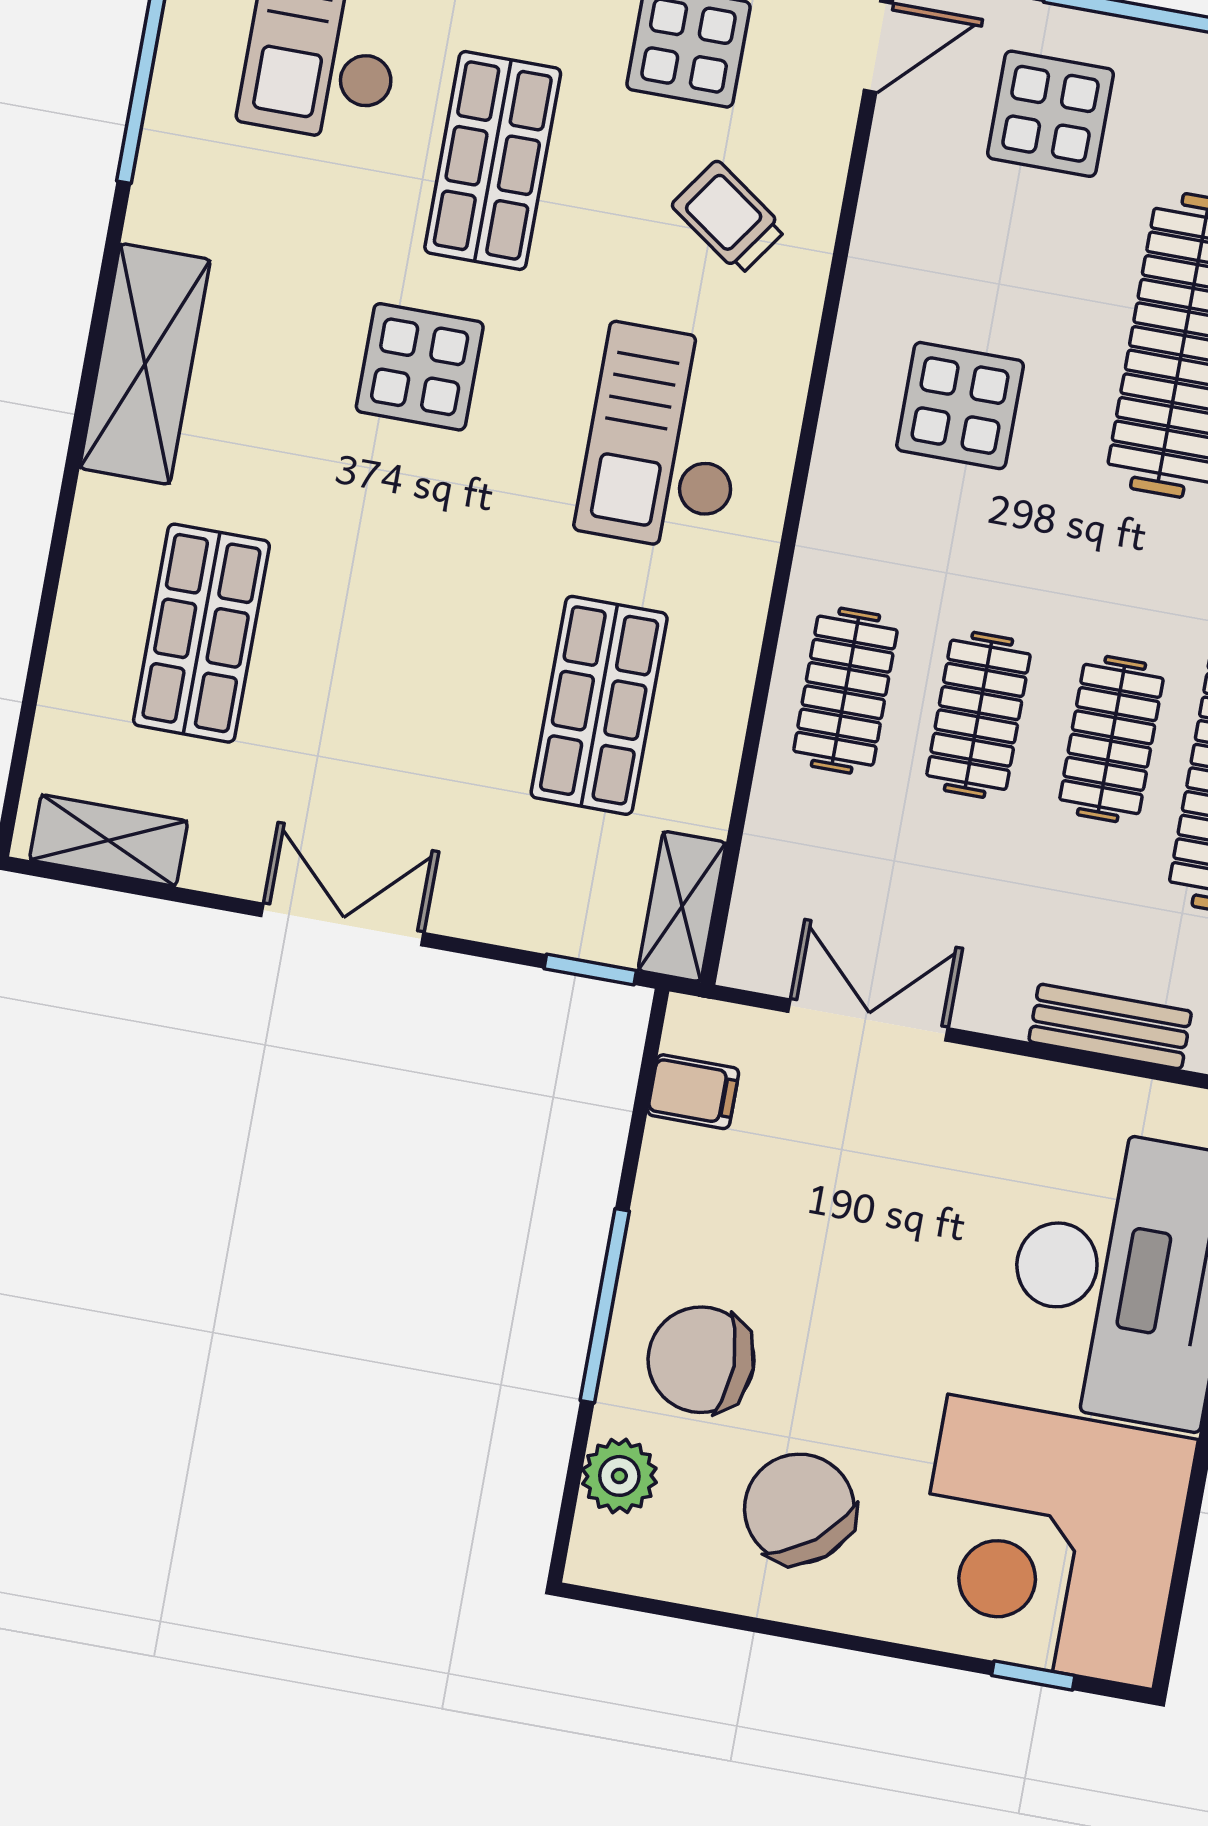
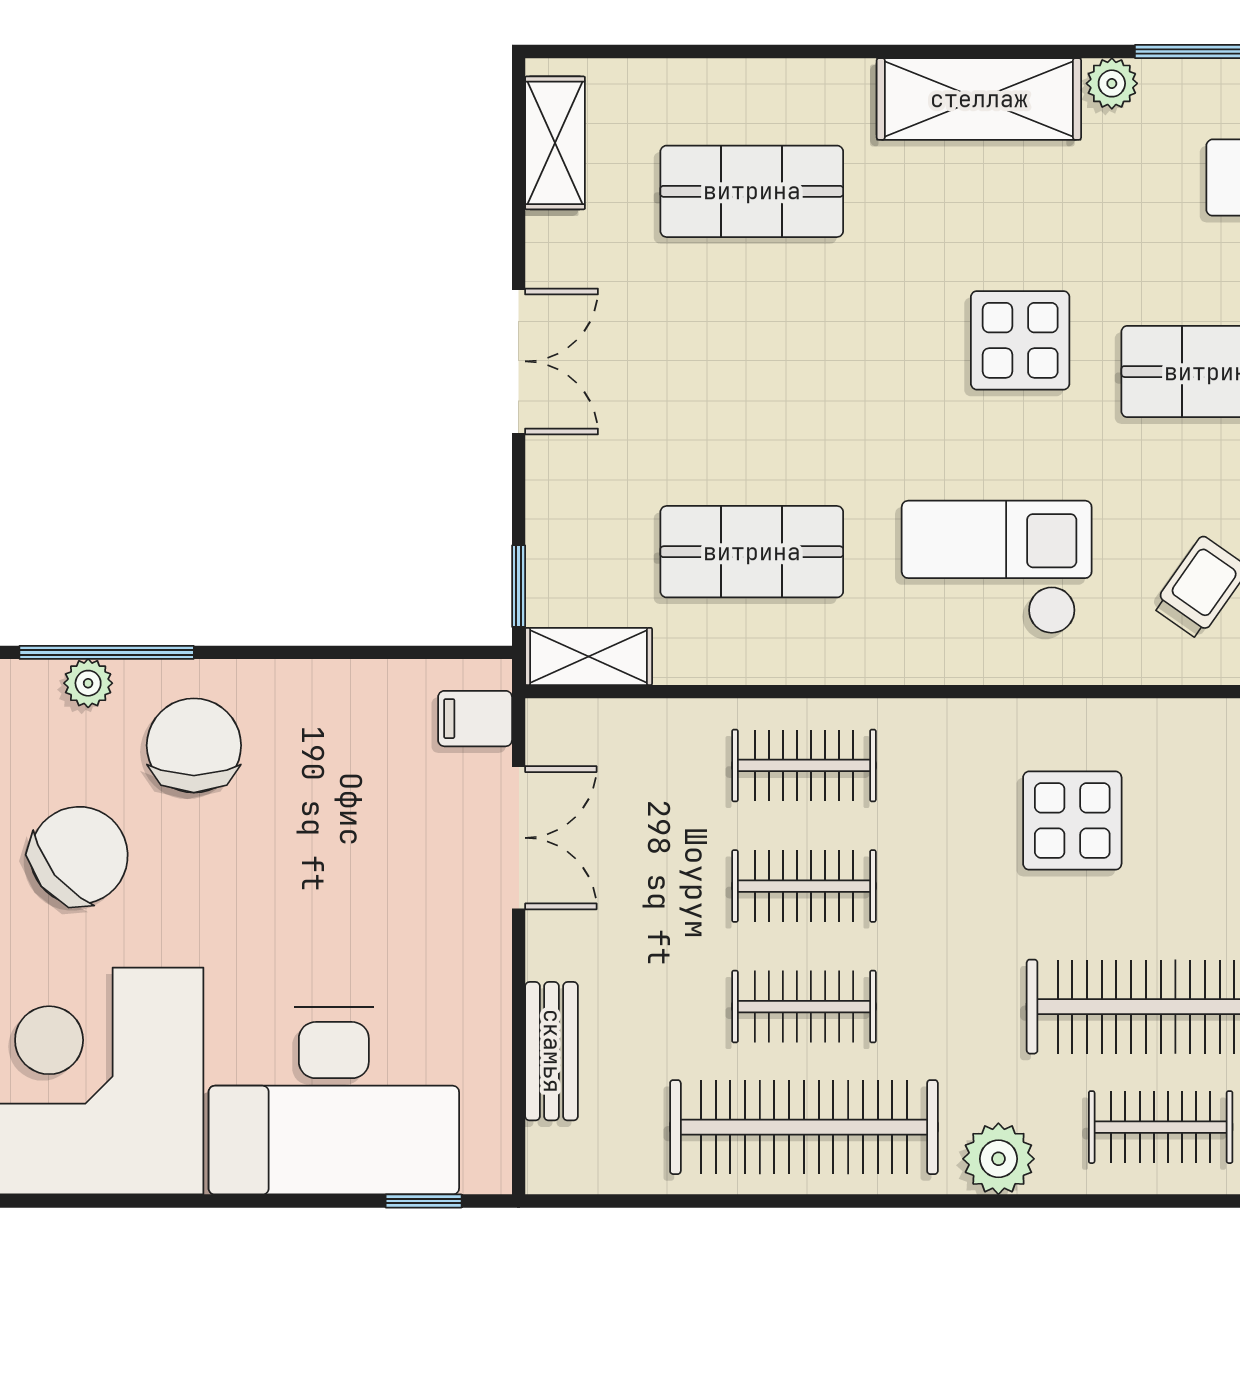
plant: (155, 214) -> (1112, 83), added
filing cabinet: (693, 1092) -> (475, 719), moved, turned 90
window: (605, 1306) -> (107, 652), moved
plant: (619, 1476) -> (88, 683), width x0.73, depth x0.73

